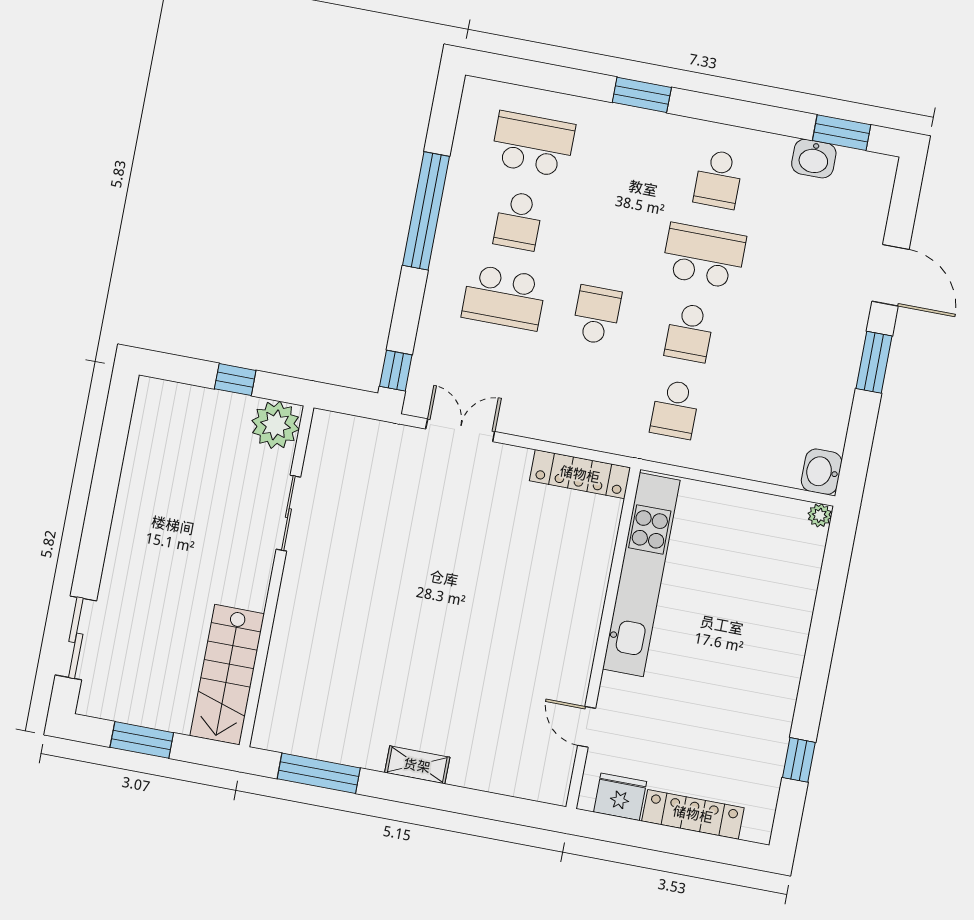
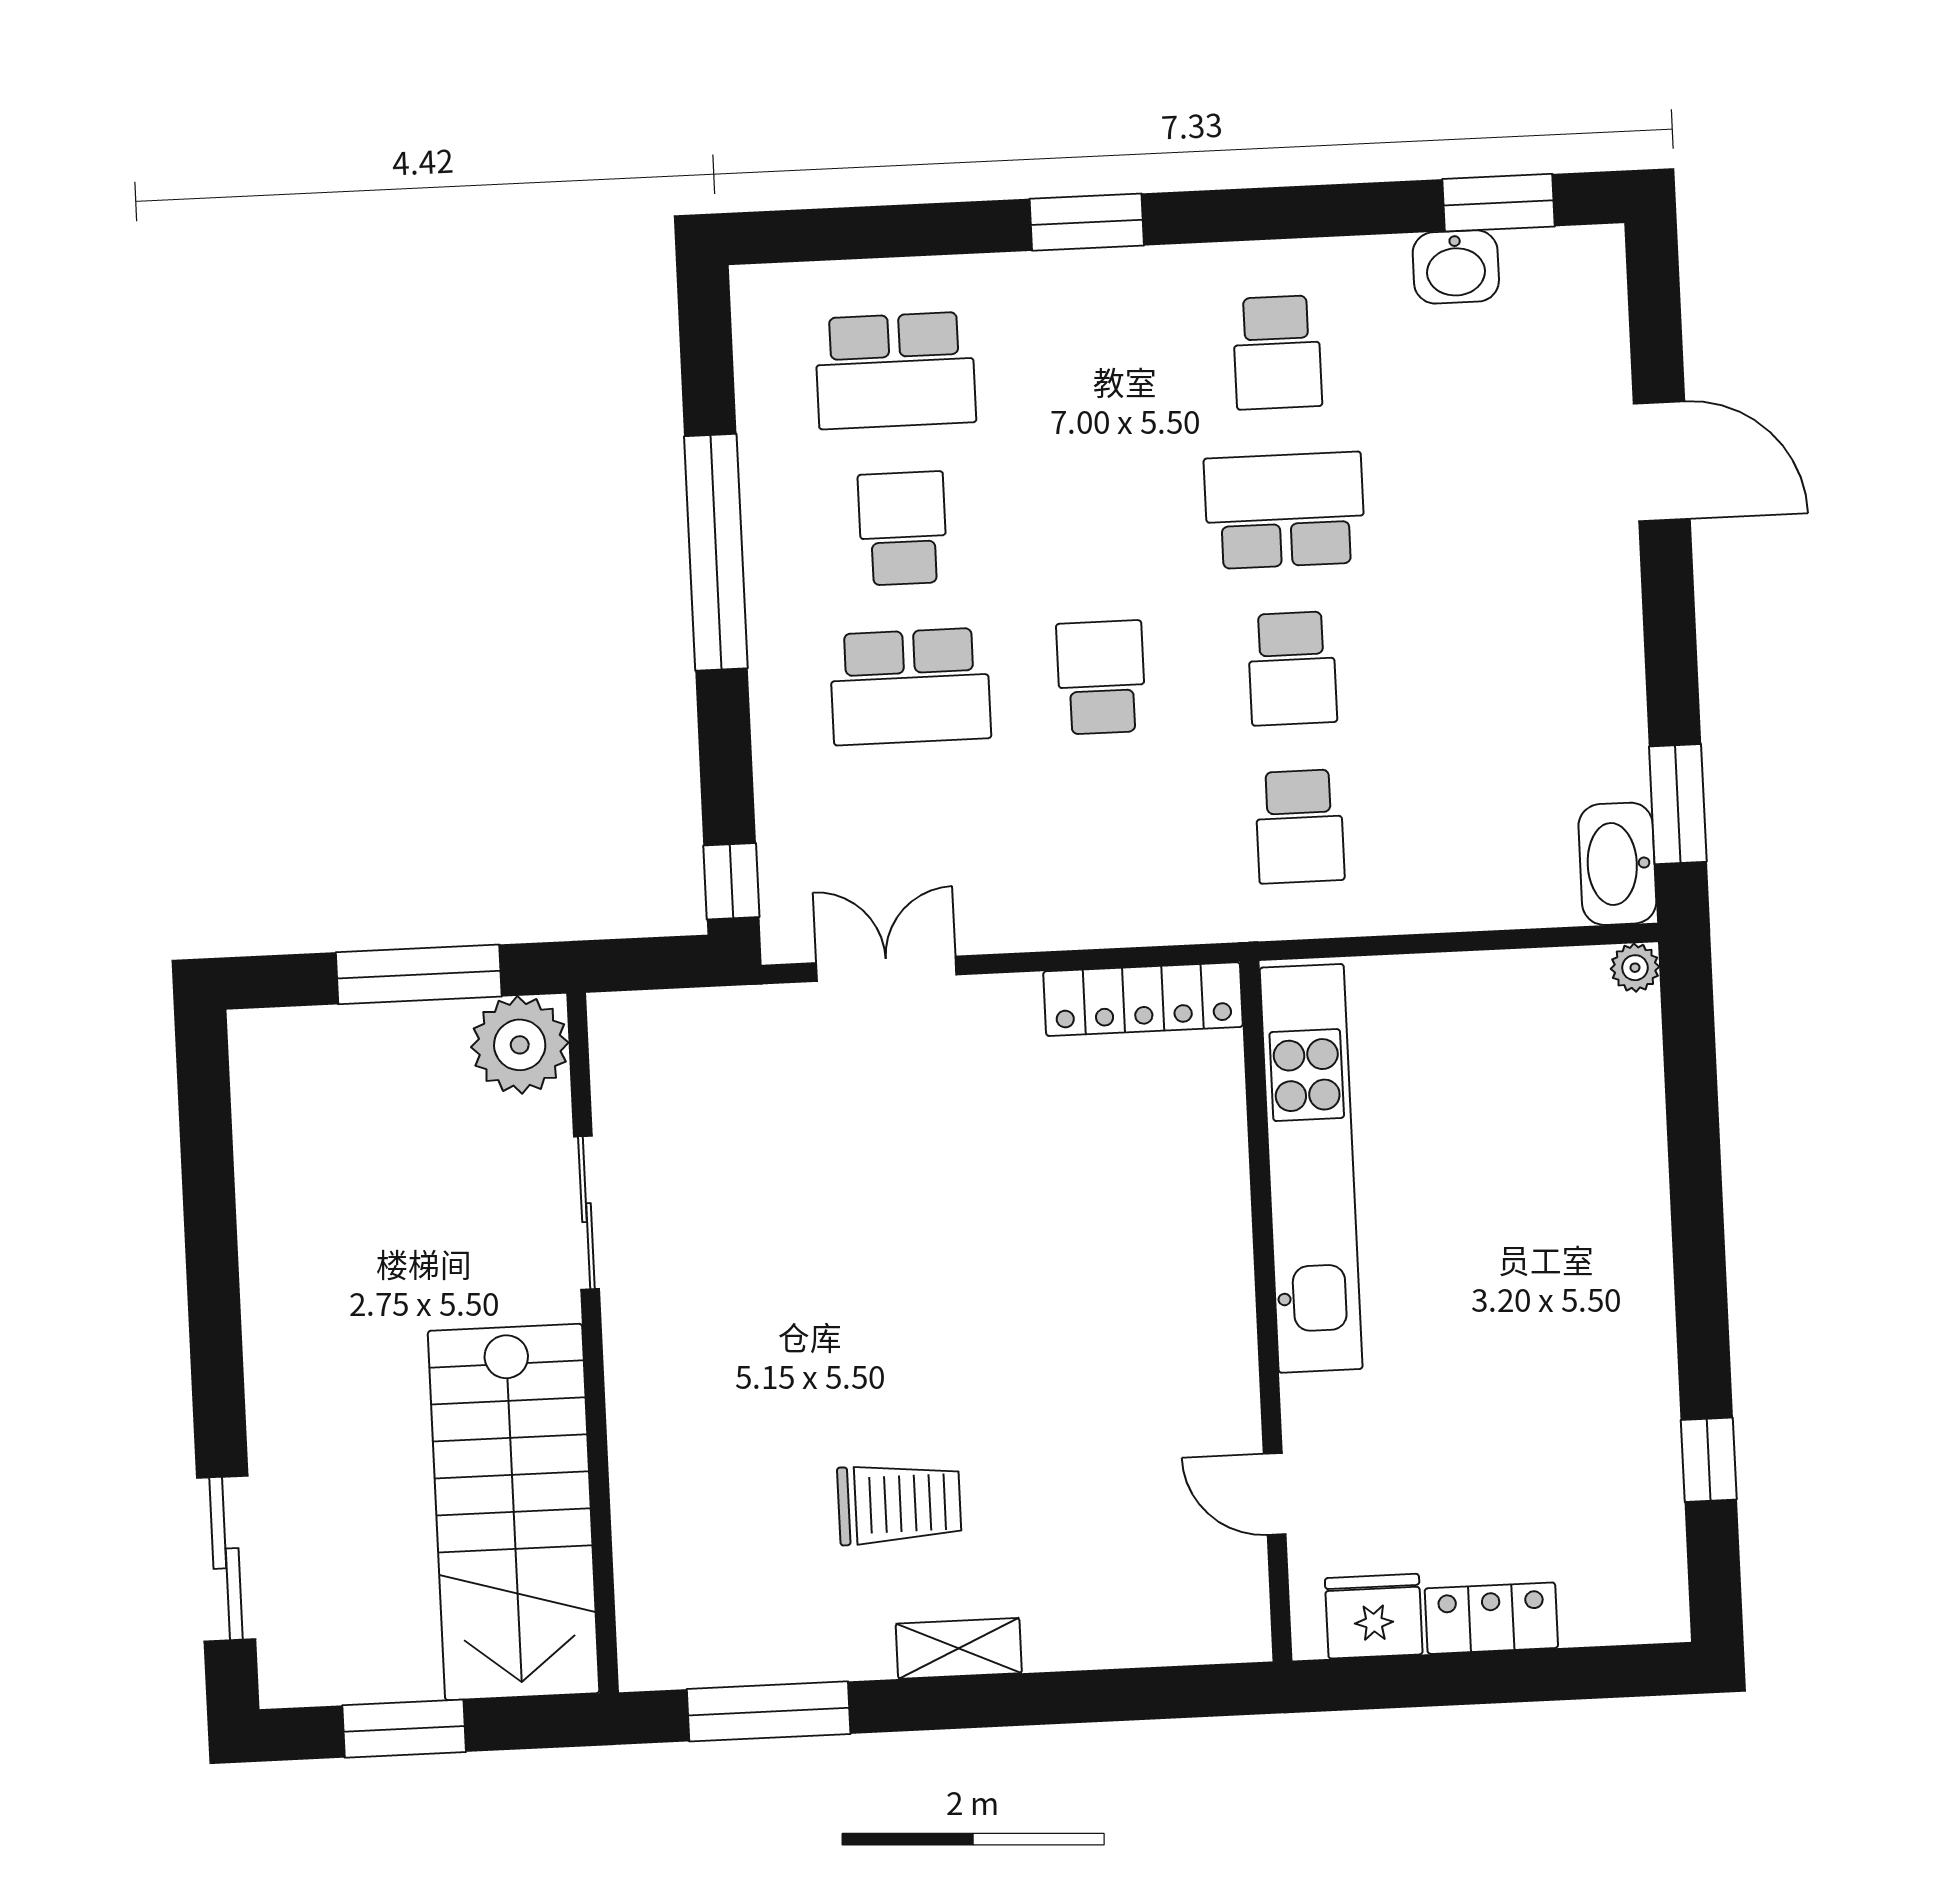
school desk: (533, 144) -> (895, 370), turned 180
school desk: (518, 221) -> (903, 528), turned 180
window: (874, 362) -> (1678, 804), moved
window: (235, 380) -> (419, 974), width x2.17
washbasin: (822, 472) -> (1617, 864), width x1.38
stairs: (227, 675) -> (514, 1512), width x1.36, depth x1.51
trolley: (405, 689) -> (899, 1504), added
locker: (693, 814) -> (1491, 1618), width x0.66

